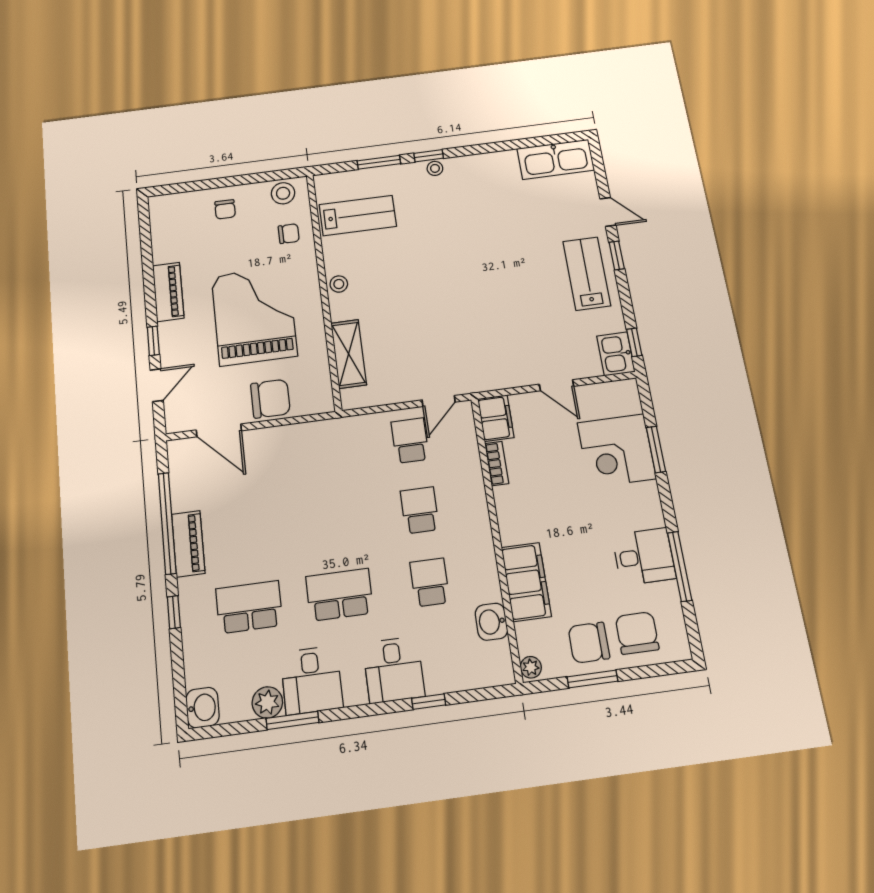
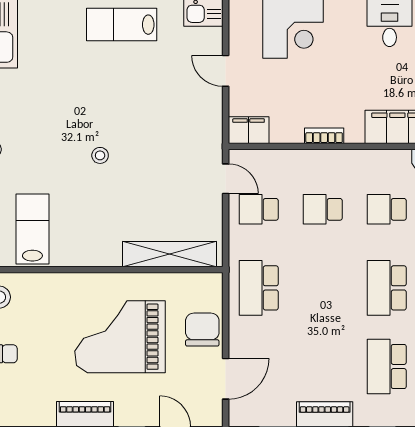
chair: (289, 234) -> (42, 296), removed
stool: (339, 284) -> (100, 155), moved
shelving: (349, 354) -> (169, 254), width x1.47
door: (556, 385) -> (226, 71), swing flipped
school desk: (323, 452) -> (259, 288), added
bookcase: (497, 463) -> (324, 136), moved

